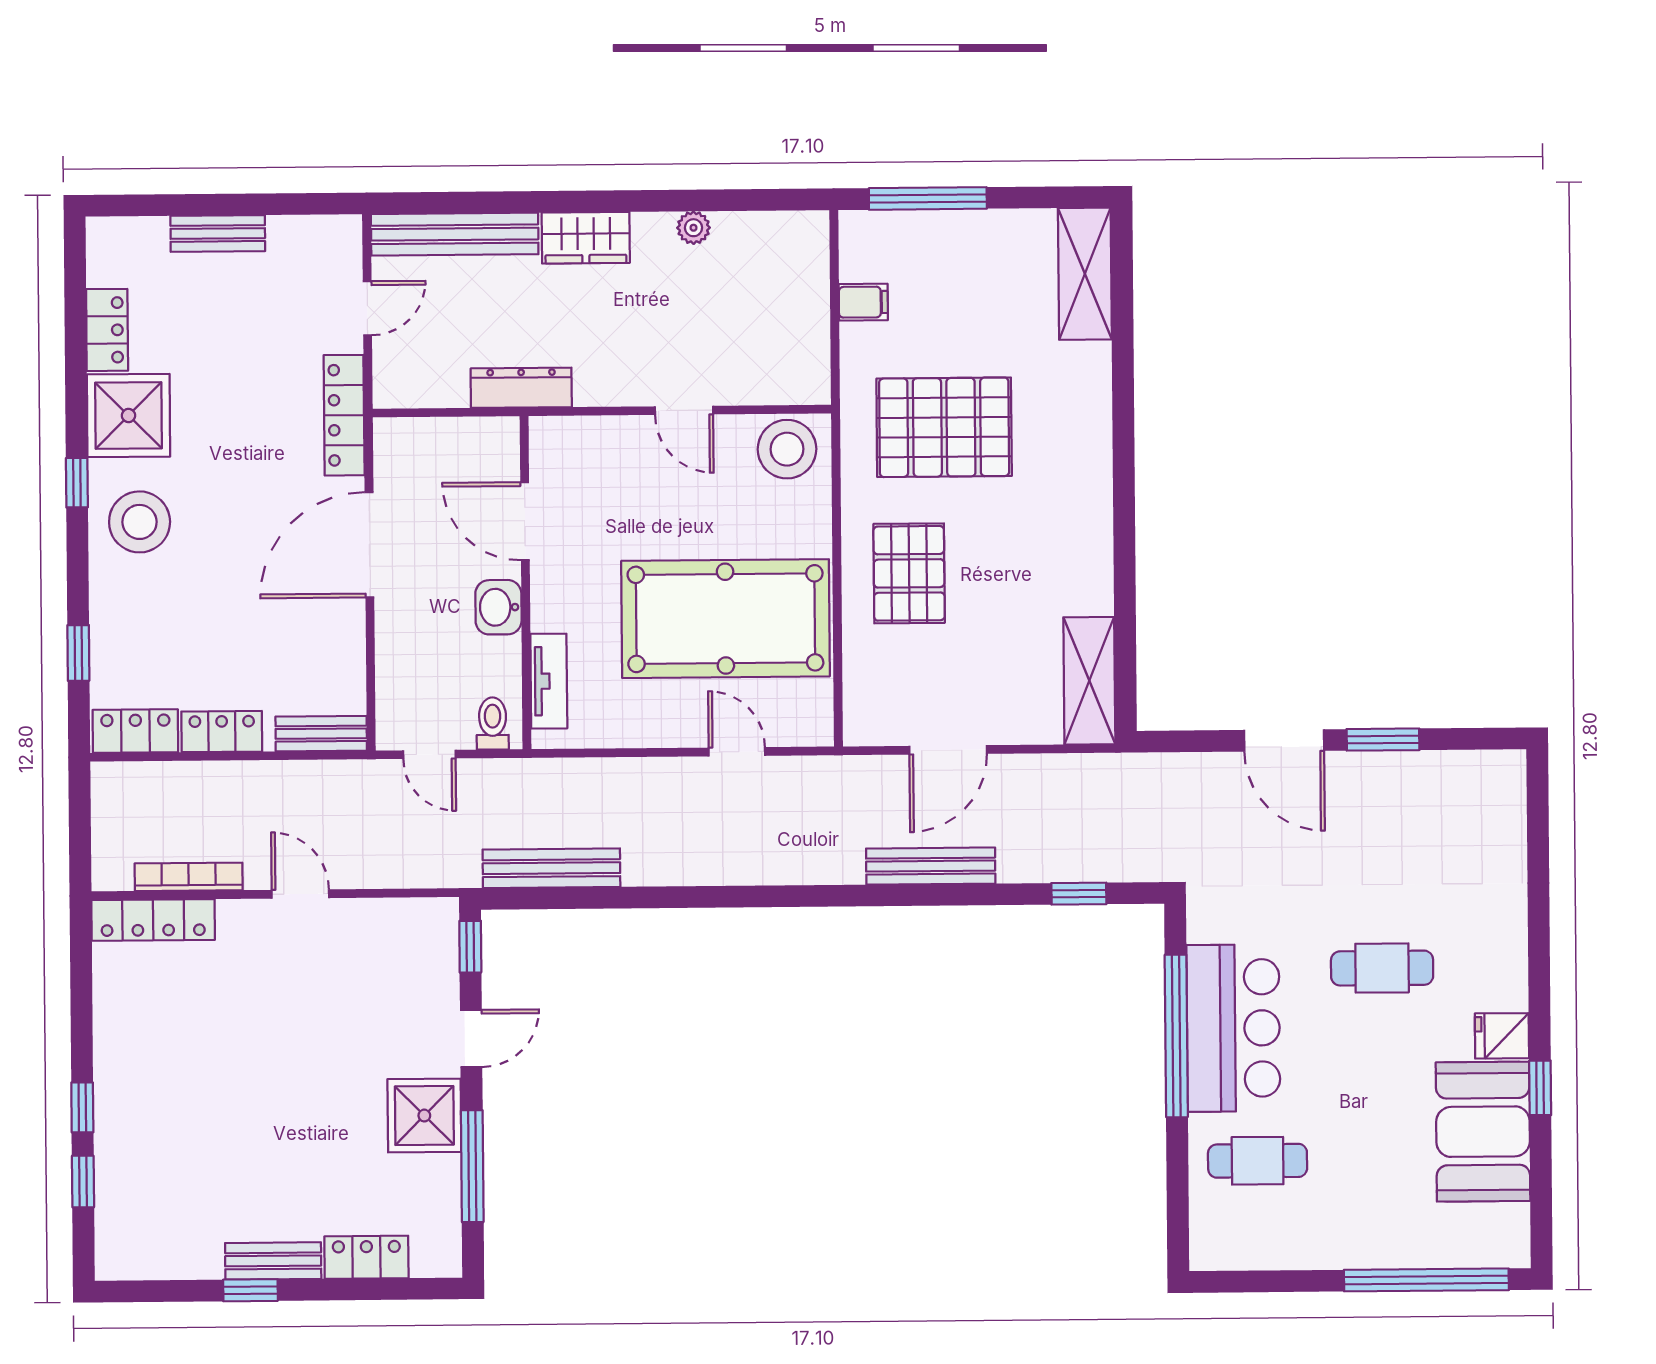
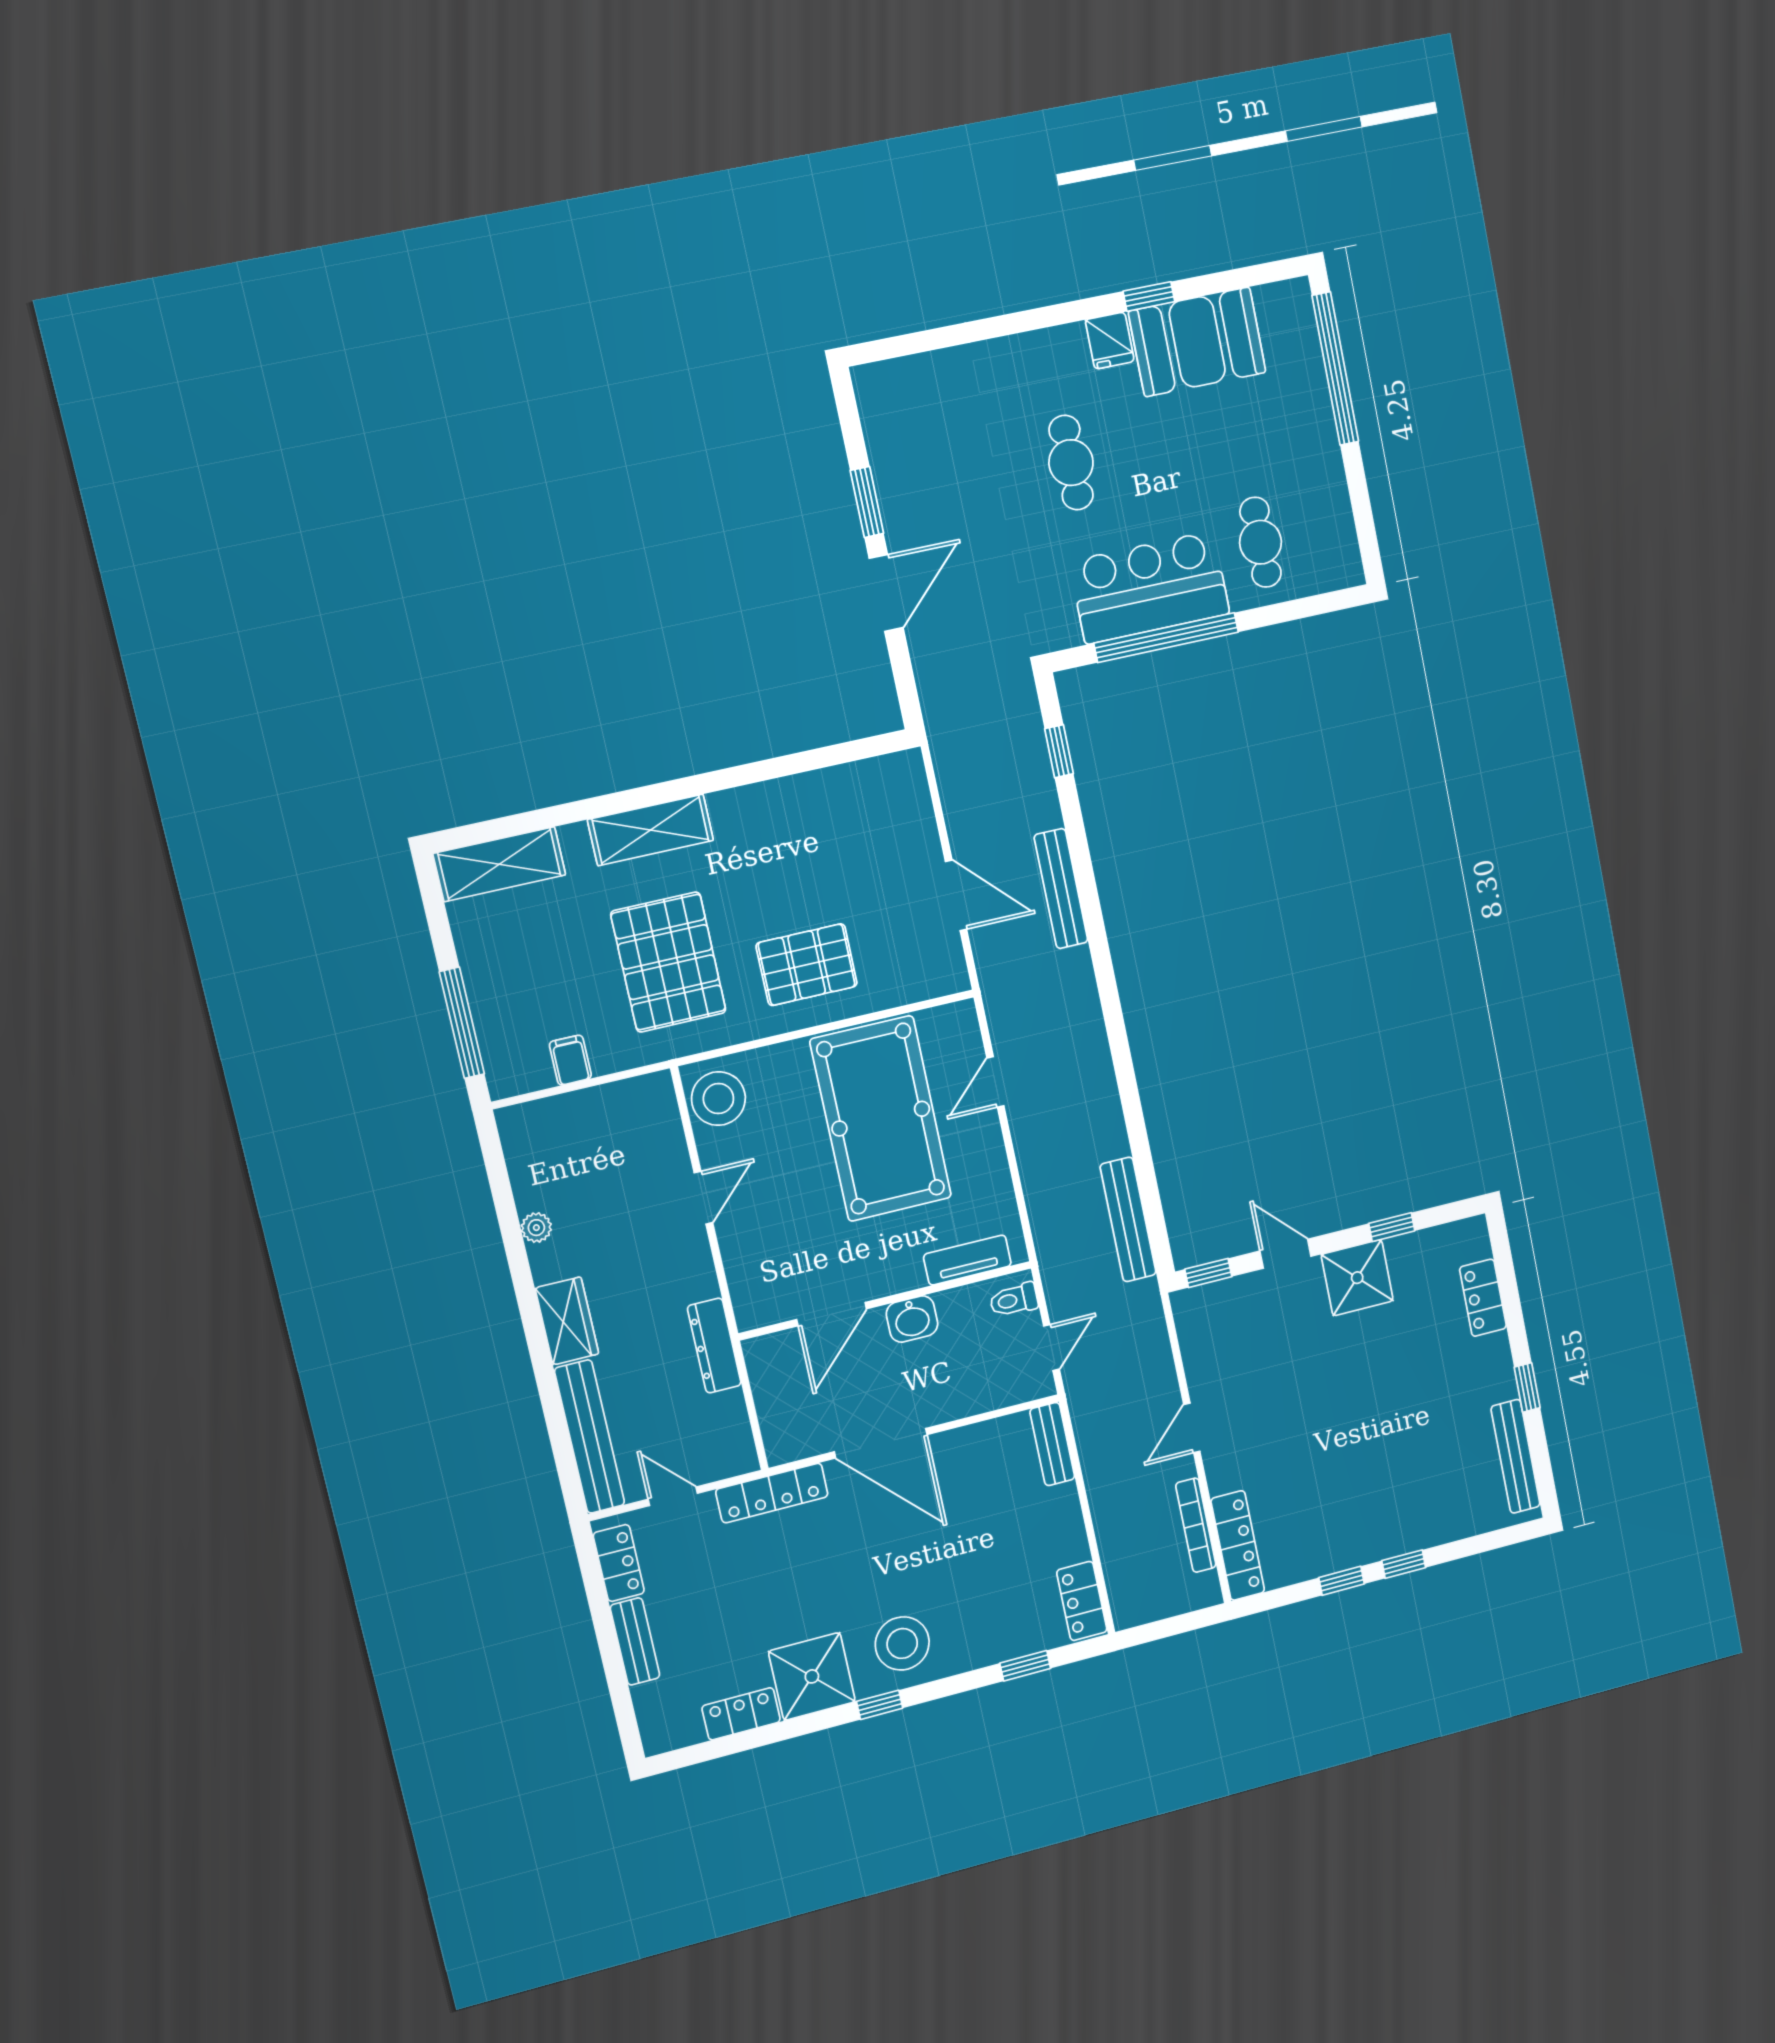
shelving: (1089, 681) -> (650, 830), moved
locker: (222, 732) -> (619, 1563), moved, turned 180
window: (472, 1166) -> (1392, 1227), width x0.46
window: (83, 1182) -> (1342, 1581), moved
bench: (273, 1261) -> (1515, 1456), moved, width x1.36

